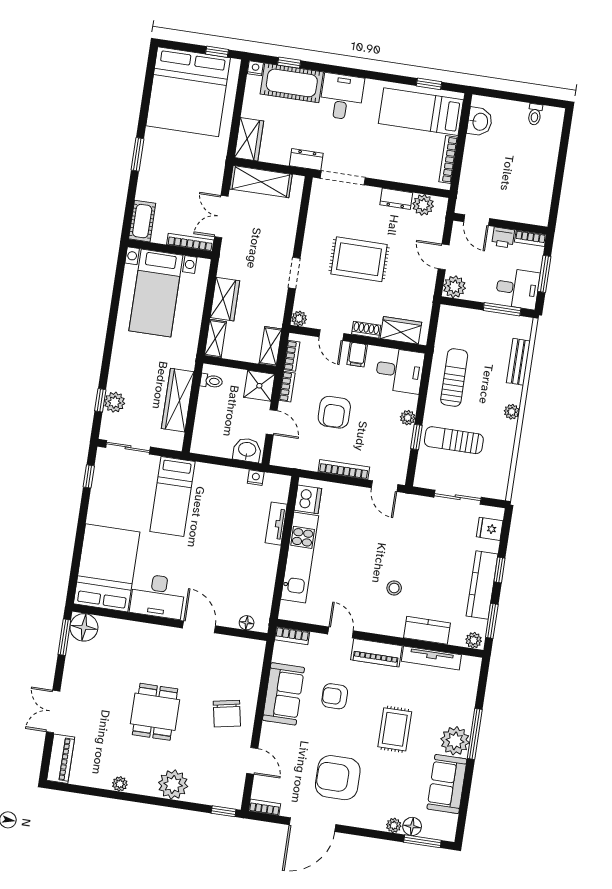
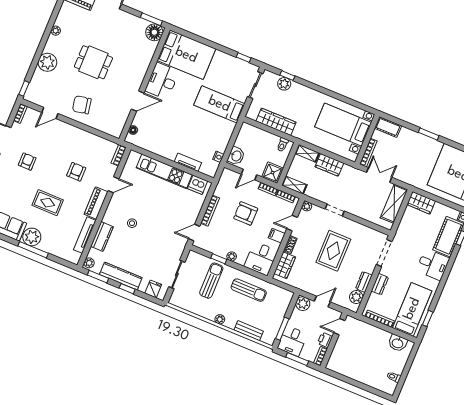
dresser: (306, 159) -> (380, 284), moved
sofa: (283, 694) -> (85, 142), removed
armchair: (338, 778) -> (27, 162), width x0.53, depth x0.53

